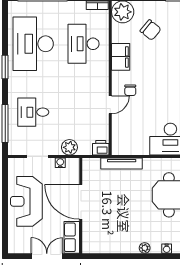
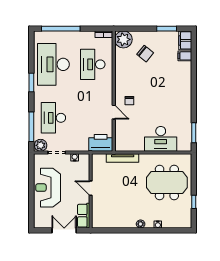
filing cabinet: (121, 57) -> (122, 75), removed
door: (110, 105) -> (114, 112), hinge flipped
desk: (33, 112) -> (53, 118), width x1.37
plant: (69, 147) -> (41, 145), moved
printer: (101, 148) -> (101, 143), width x1.87, depth x1.48
door: (81, 202) -> (91, 188), width x0.53

